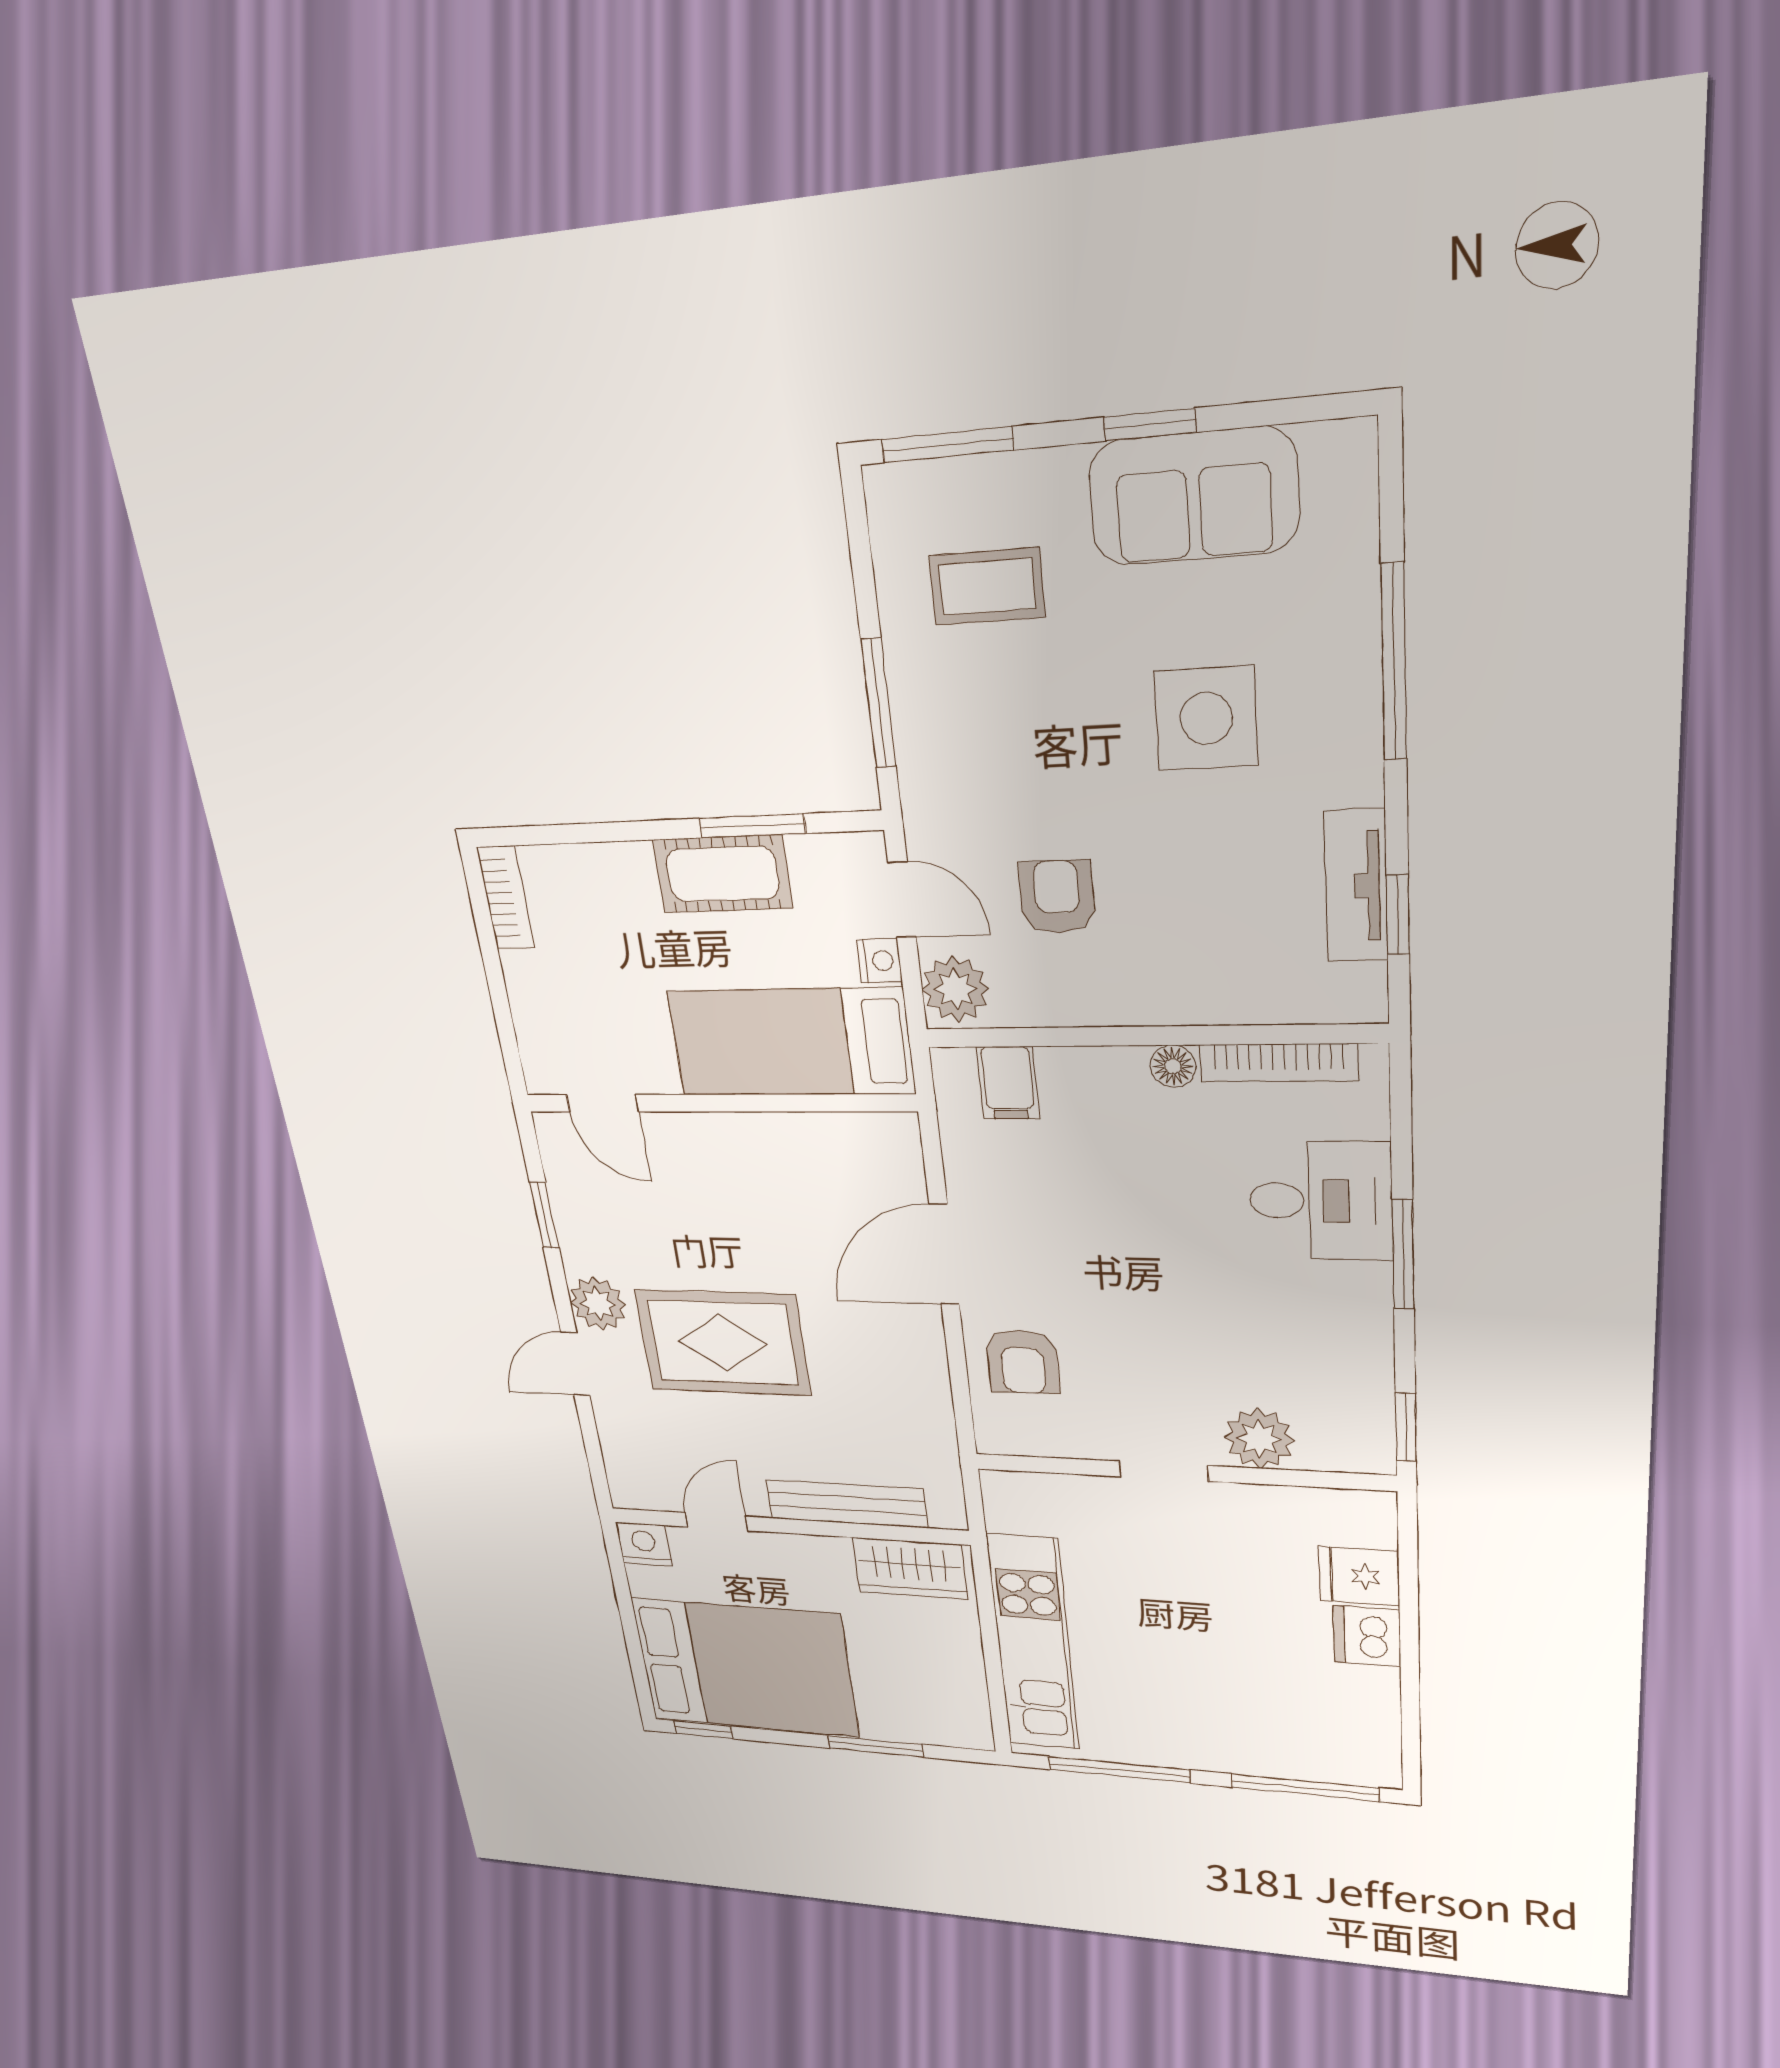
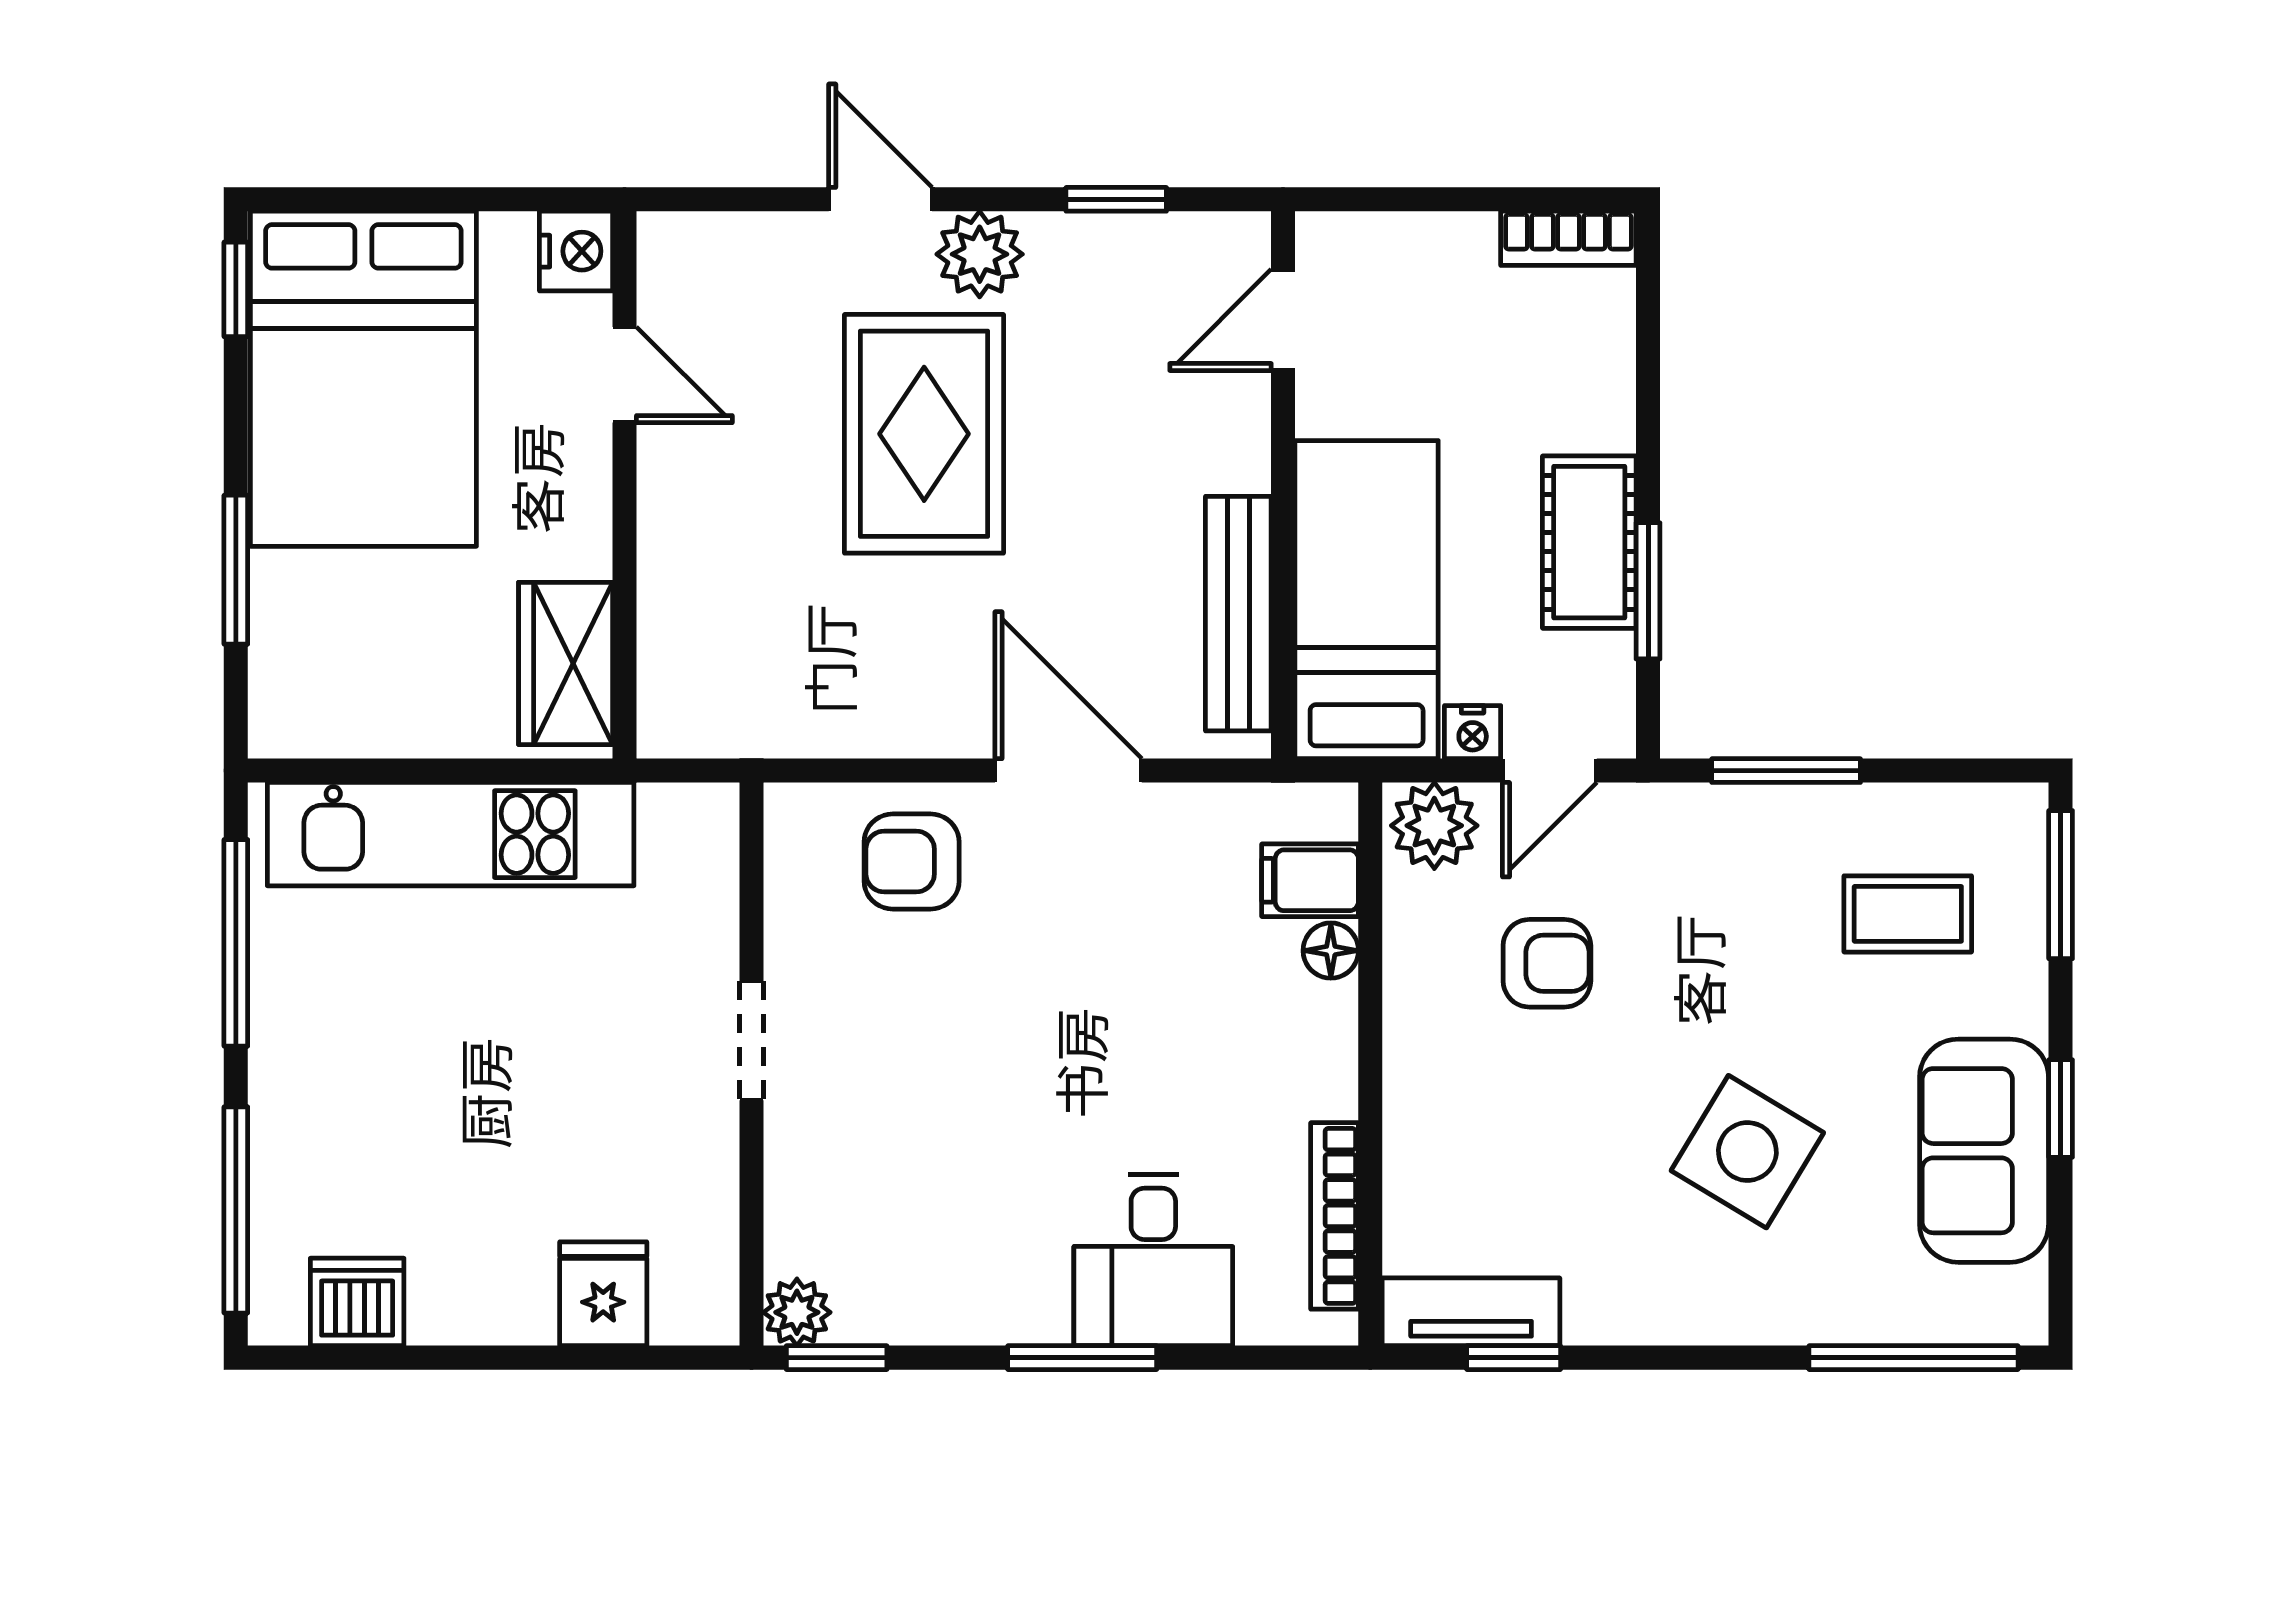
coffee table: (987, 587) -> (1908, 914), turned 90
window: (1394, 663) -> (1913, 1358), moved
side table: (1206, 718) -> (1747, 1152), turned 31
tv unit: (1356, 886) -> (1471, 1312), moved
floor lamp: (1173, 1066) -> (1331, 951), moved
plant: (1259, 1439) -> (797, 1312), moved, width x0.73, depth x0.73
bench: (847, 1504) -> (1238, 614), moved
dishwasher: (1367, 1636) -> (357, 1302), moved

